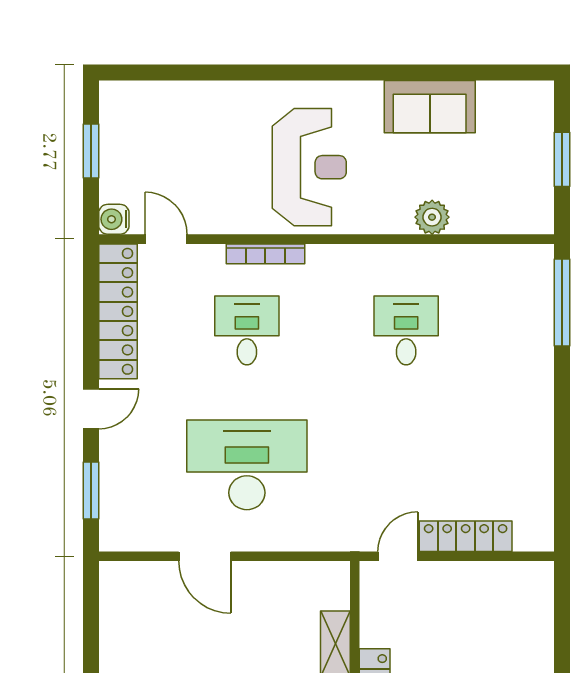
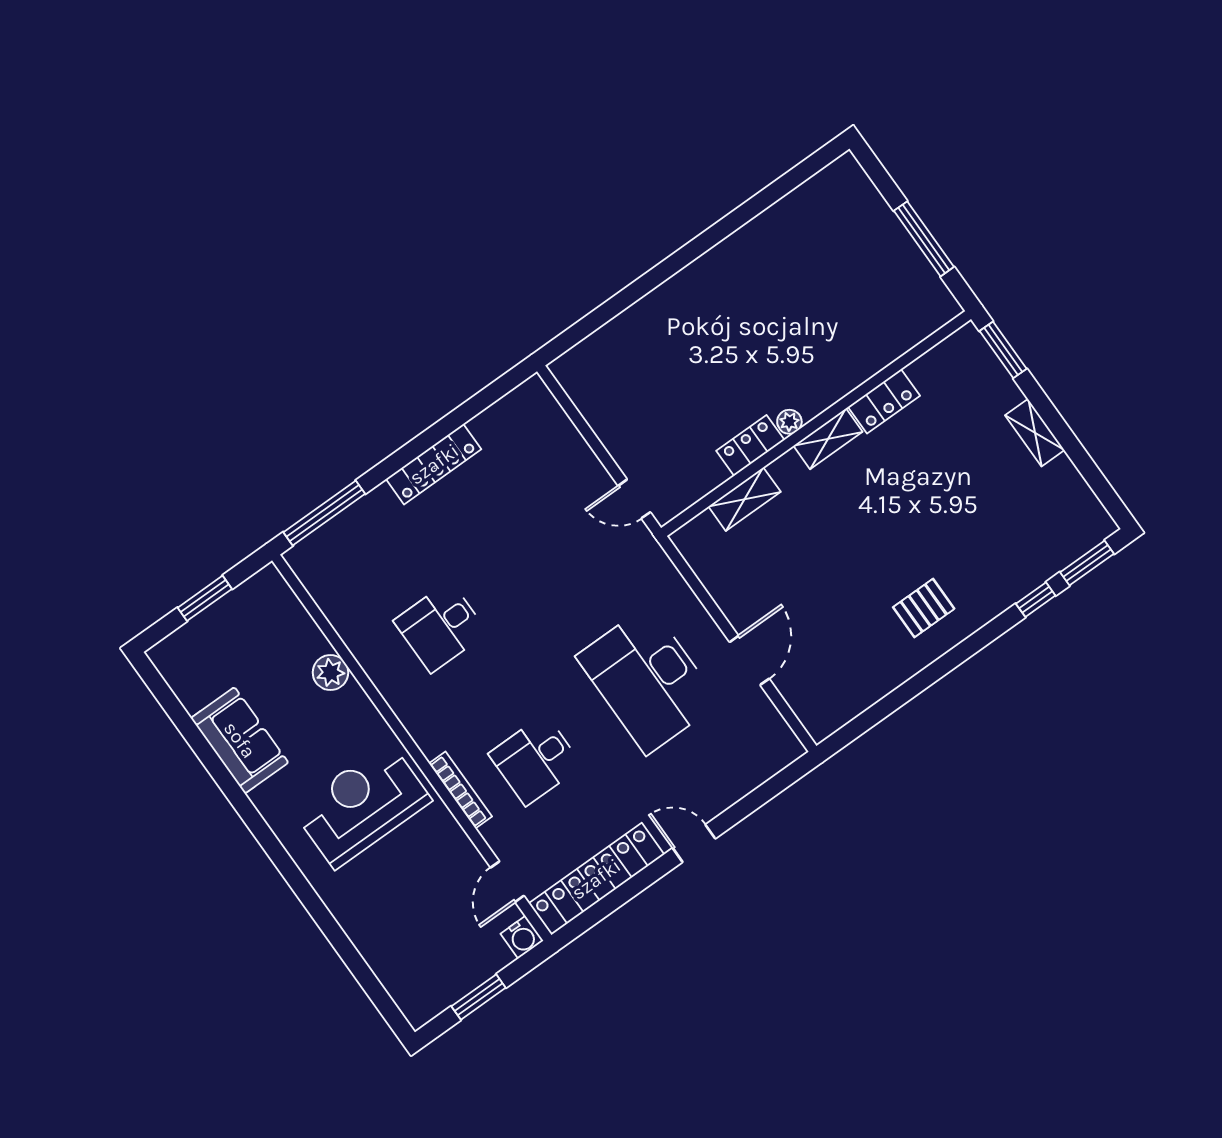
window: (91, 490) -> (762, 795), removed
locker: (466, 536) -> (434, 464), moved, turned -90

